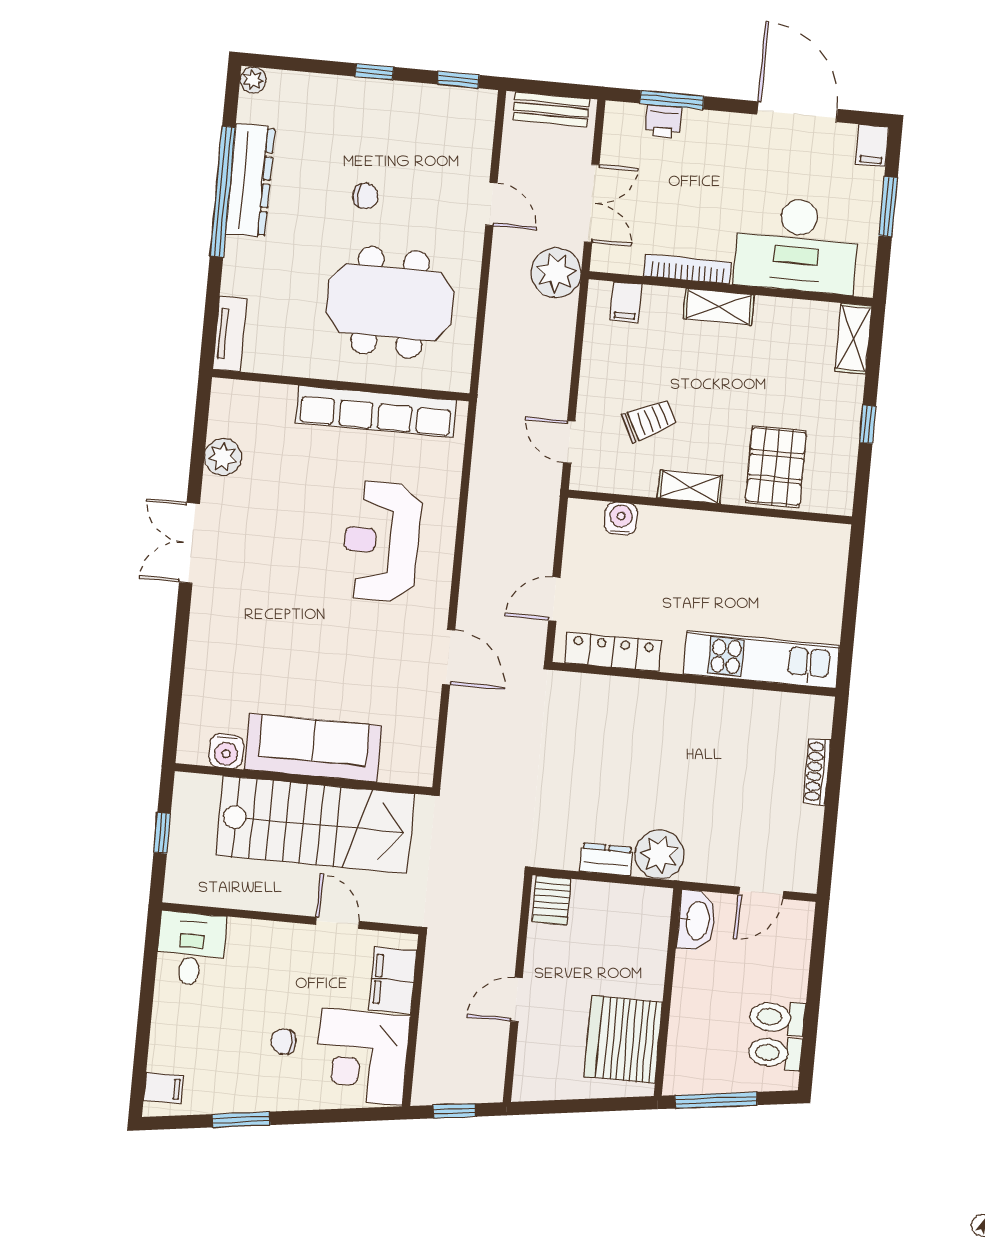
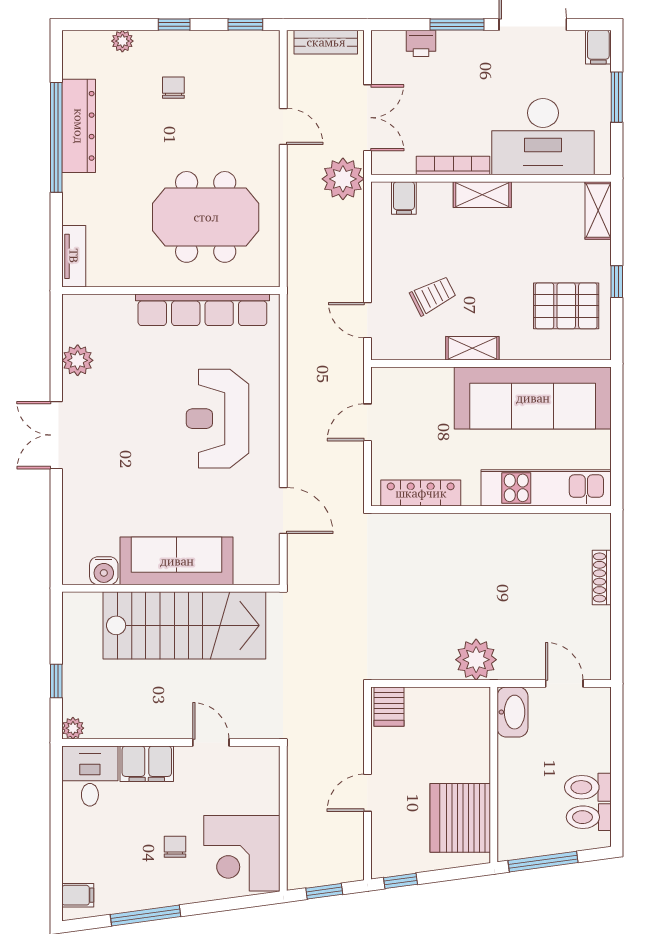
plant: (253, 80) -> (122, 41), moved
window: (672, 100) -> (457, 24), moved
chair: (365, 196) -> (173, 88), moved, turned -90
pallet: (776, 467) -> (566, 306), moved, turned 90
water cooler: (621, 518) -> (417, 380), removed
sofa: (755, 552) -> (533, 398), added
door: (554, 599) -> (367, 422), moved
sofa: (313, 748) -> (177, 561), moved
water cooler: (226, 751) -> (104, 571), moved
wall: (303, 779) -> (171, 588), moved
stairs: (315, 825) -> (184, 625), moved
dresser: (606, 860) -> (432, 668), removed
plant: (176, 890) -> (73, 728), added
door: (761, 893) -> (564, 684), swing flipped
filing cabinet: (393, 980) -> (147, 764), moved, turned -90
chair: (284, 1042) -> (175, 847), turned 90
window: (546, 1107) -> (400, 881), added
window: (241, 1120) -> (146, 916), width x1.44

